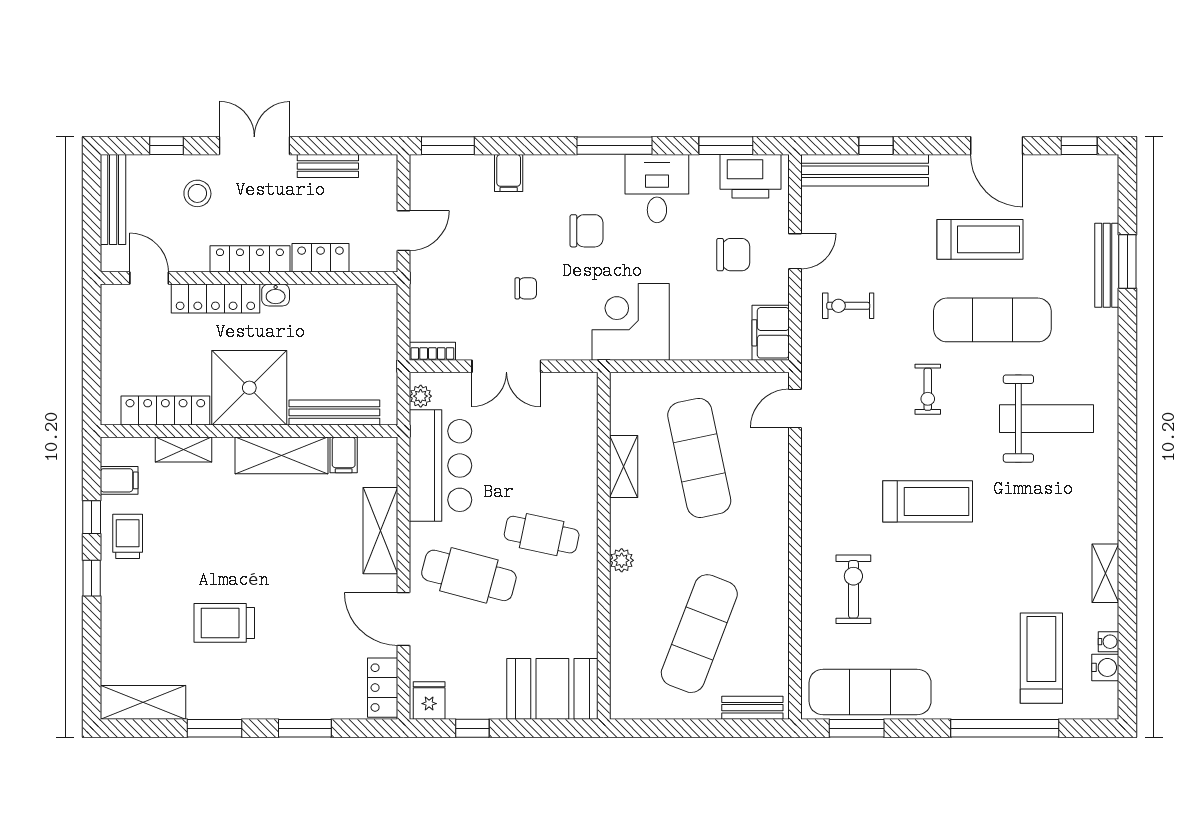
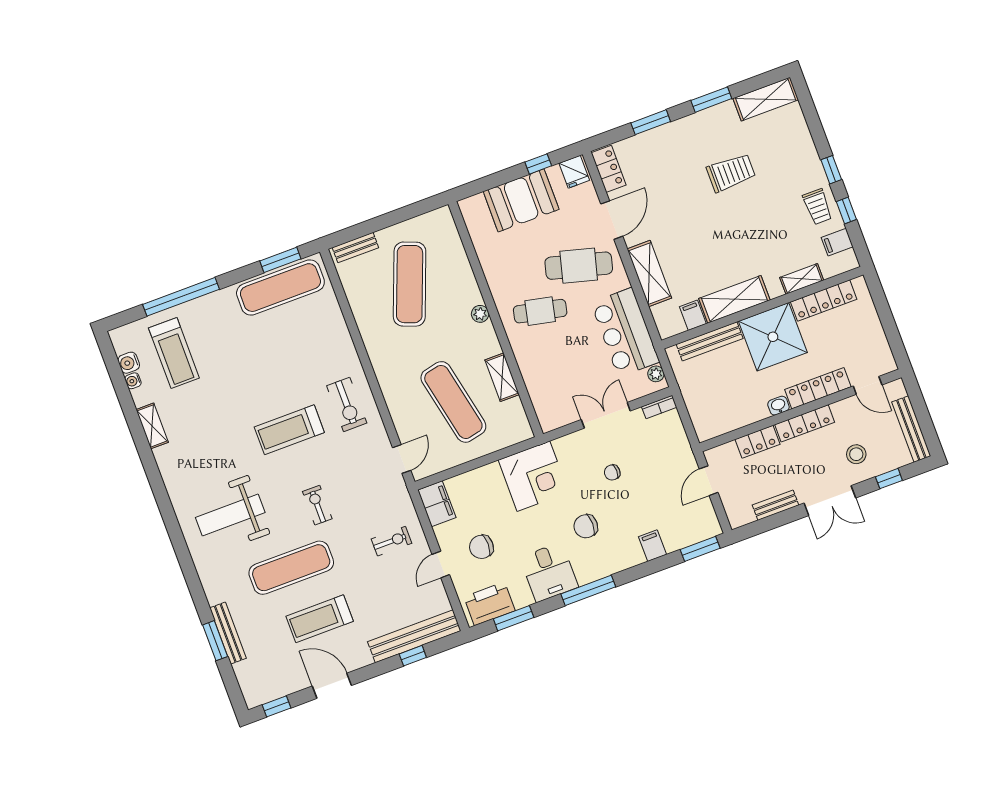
exercise bike: (853, 589) -> (347, 404), moved
door: (404, 619) -> (612, 220), hinge flipped
booth: (552, 689) -> (521, 200), moved

